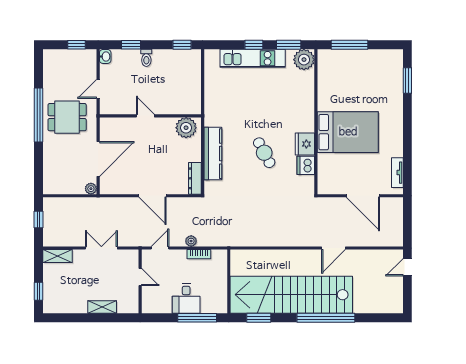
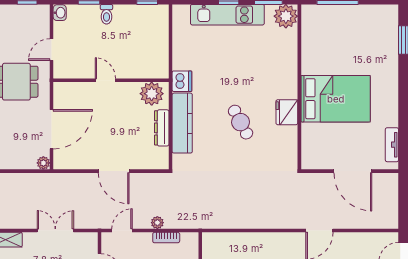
dishwasher: (306, 165) -> (182, 81), moved, turned 180
dresser: (195, 178) -> (162, 128), moved

